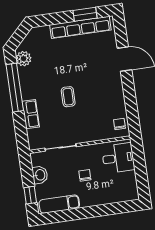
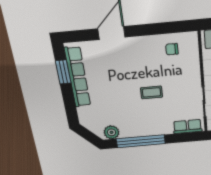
row of seats: (31, 114) -> (188, 126), moved
chair: (120, 124) -> (172, 49), moved

